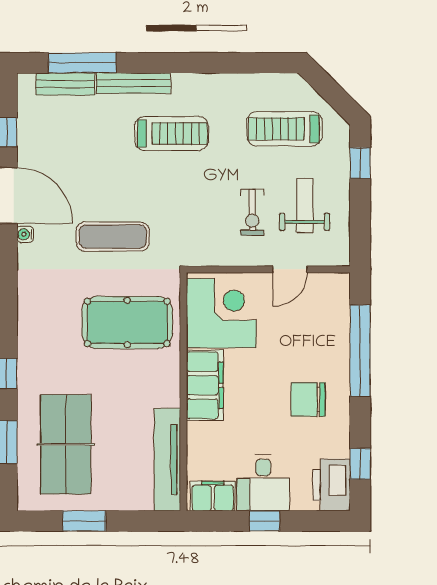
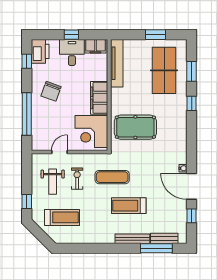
treadmill: (172, 134) -> (129, 206), moved
exercise mat: (113, 237) -> (112, 177), moved
chair: (308, 399) -> (51, 91), turned 110

